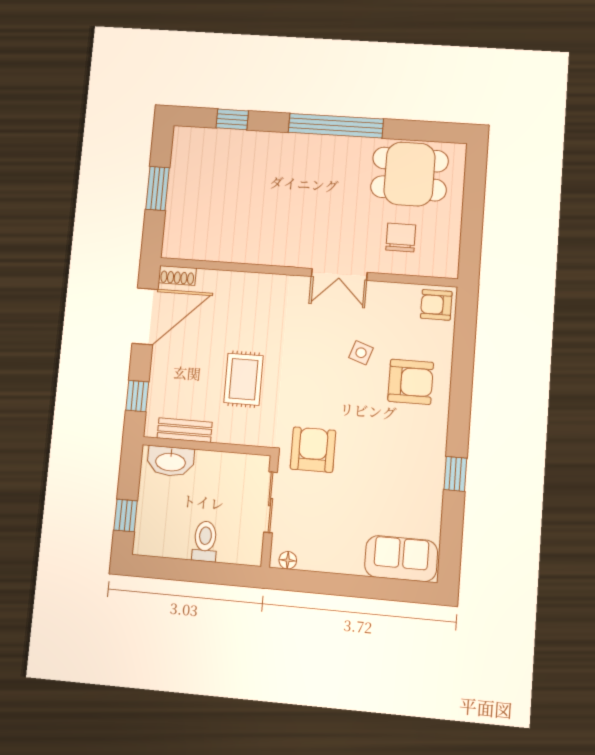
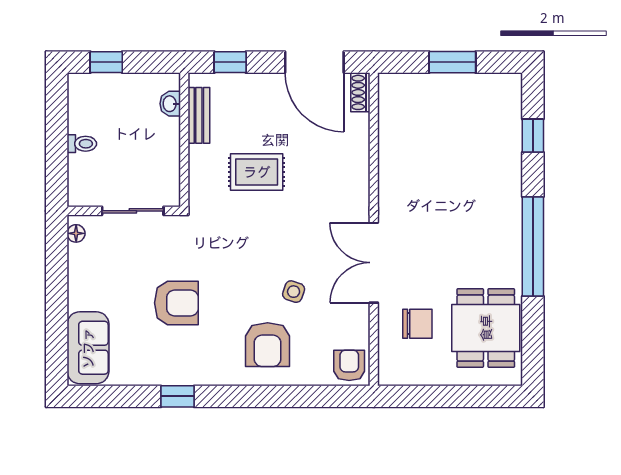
double door: (339, 274) -> (374, 263), width x1.37
armchair: (313, 450) -> (176, 303), moved
washbasin: (171, 461) -> (170, 104), width x0.52, depth x0.69
toilet: (205, 541) -> (82, 144), width x0.73, depth x0.72

